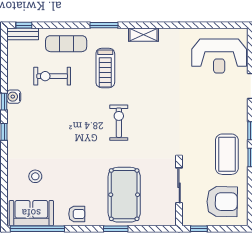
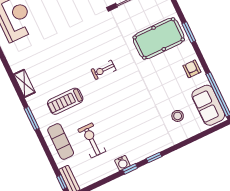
treadmill: (105, 68) -> (65, 101), turned 180
exercise bike: (52, 76) -> (92, 140), turned 180
exercise bike: (119, 123) -> (104, 70), width x0.73, depth x0.72

